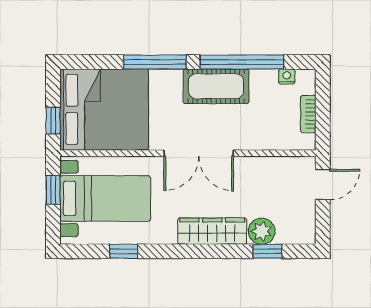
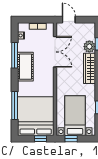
window: (155, 62) -> (15, 105), moved
window: (242, 62) -> (15, 55), width x0.68
double door: (199, 153) -> (55, 52), moved

